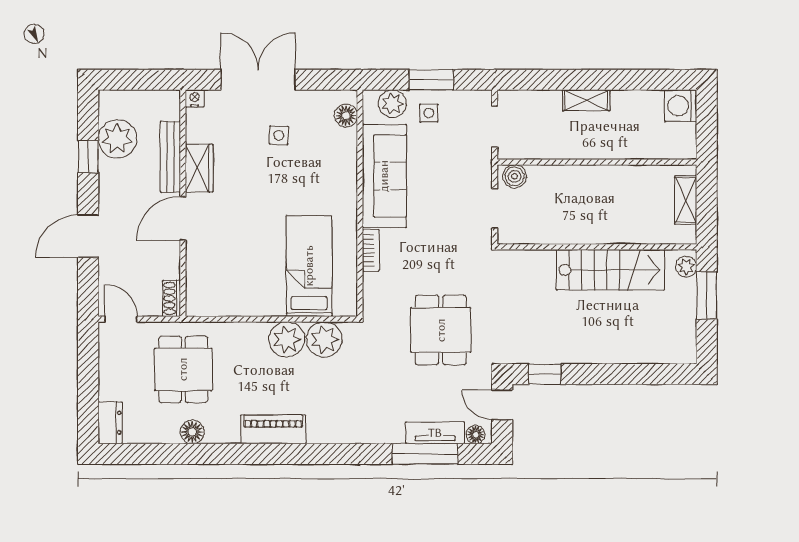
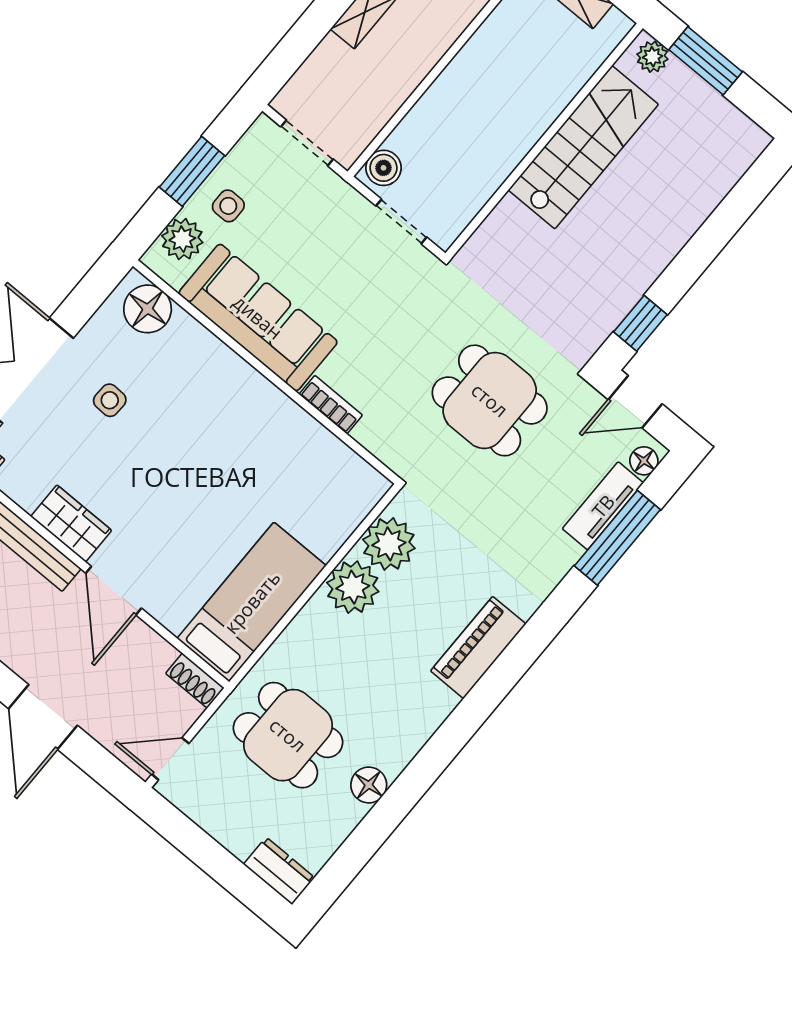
floor lamp: (346, 116) -> (148, 309), width x1.38, depth x1.38
bed: (309, 266) -> (252, 602), moved, turned 90
piano: (273, 429) -> (478, 647), moved

